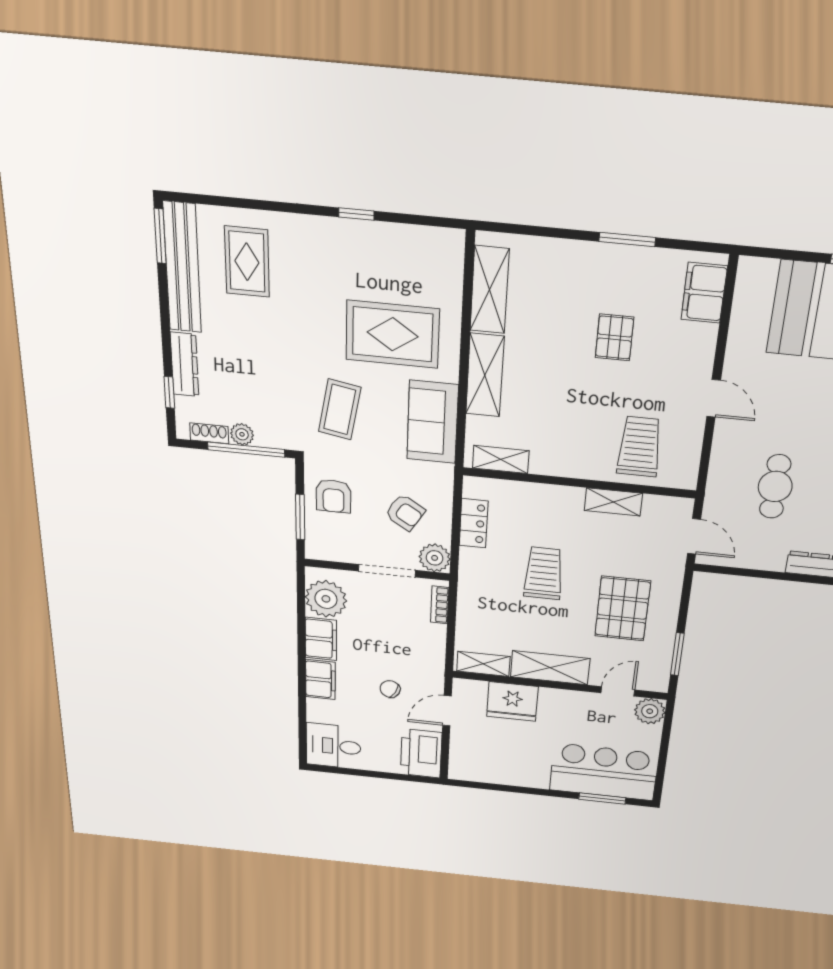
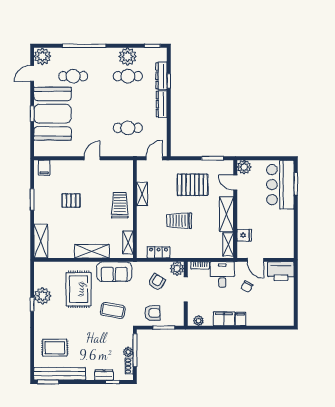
plant: (378, 243) -> (42, 296), added
shelving: (490, 290) -> (41, 241), moved, turned 90
filing cabinet: (704, 293) -> (44, 168), width x0.50
dresser: (185, 364) -> (104, 375), width x0.70
trolley: (640, 447) -> (120, 205), moved, turned 90
plant: (326, 599) -> (199, 321), width x0.53, depth x0.53
filing cabinet: (320, 680) -> (241, 319), width x0.50
fridge: (512, 701) -> (244, 235), width x0.53, depth x0.75
desk: (333, 746) -> (222, 275), moved, turned 180

